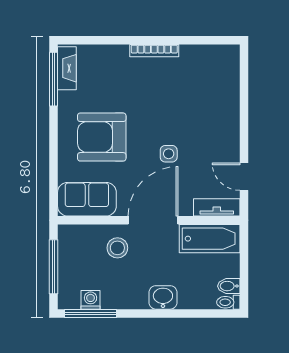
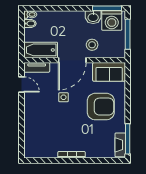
washbasin: (163, 297) -> (93, 17), moved
washing machine: (91, 300) -> (112, 20), width x1.89, depth x1.89

